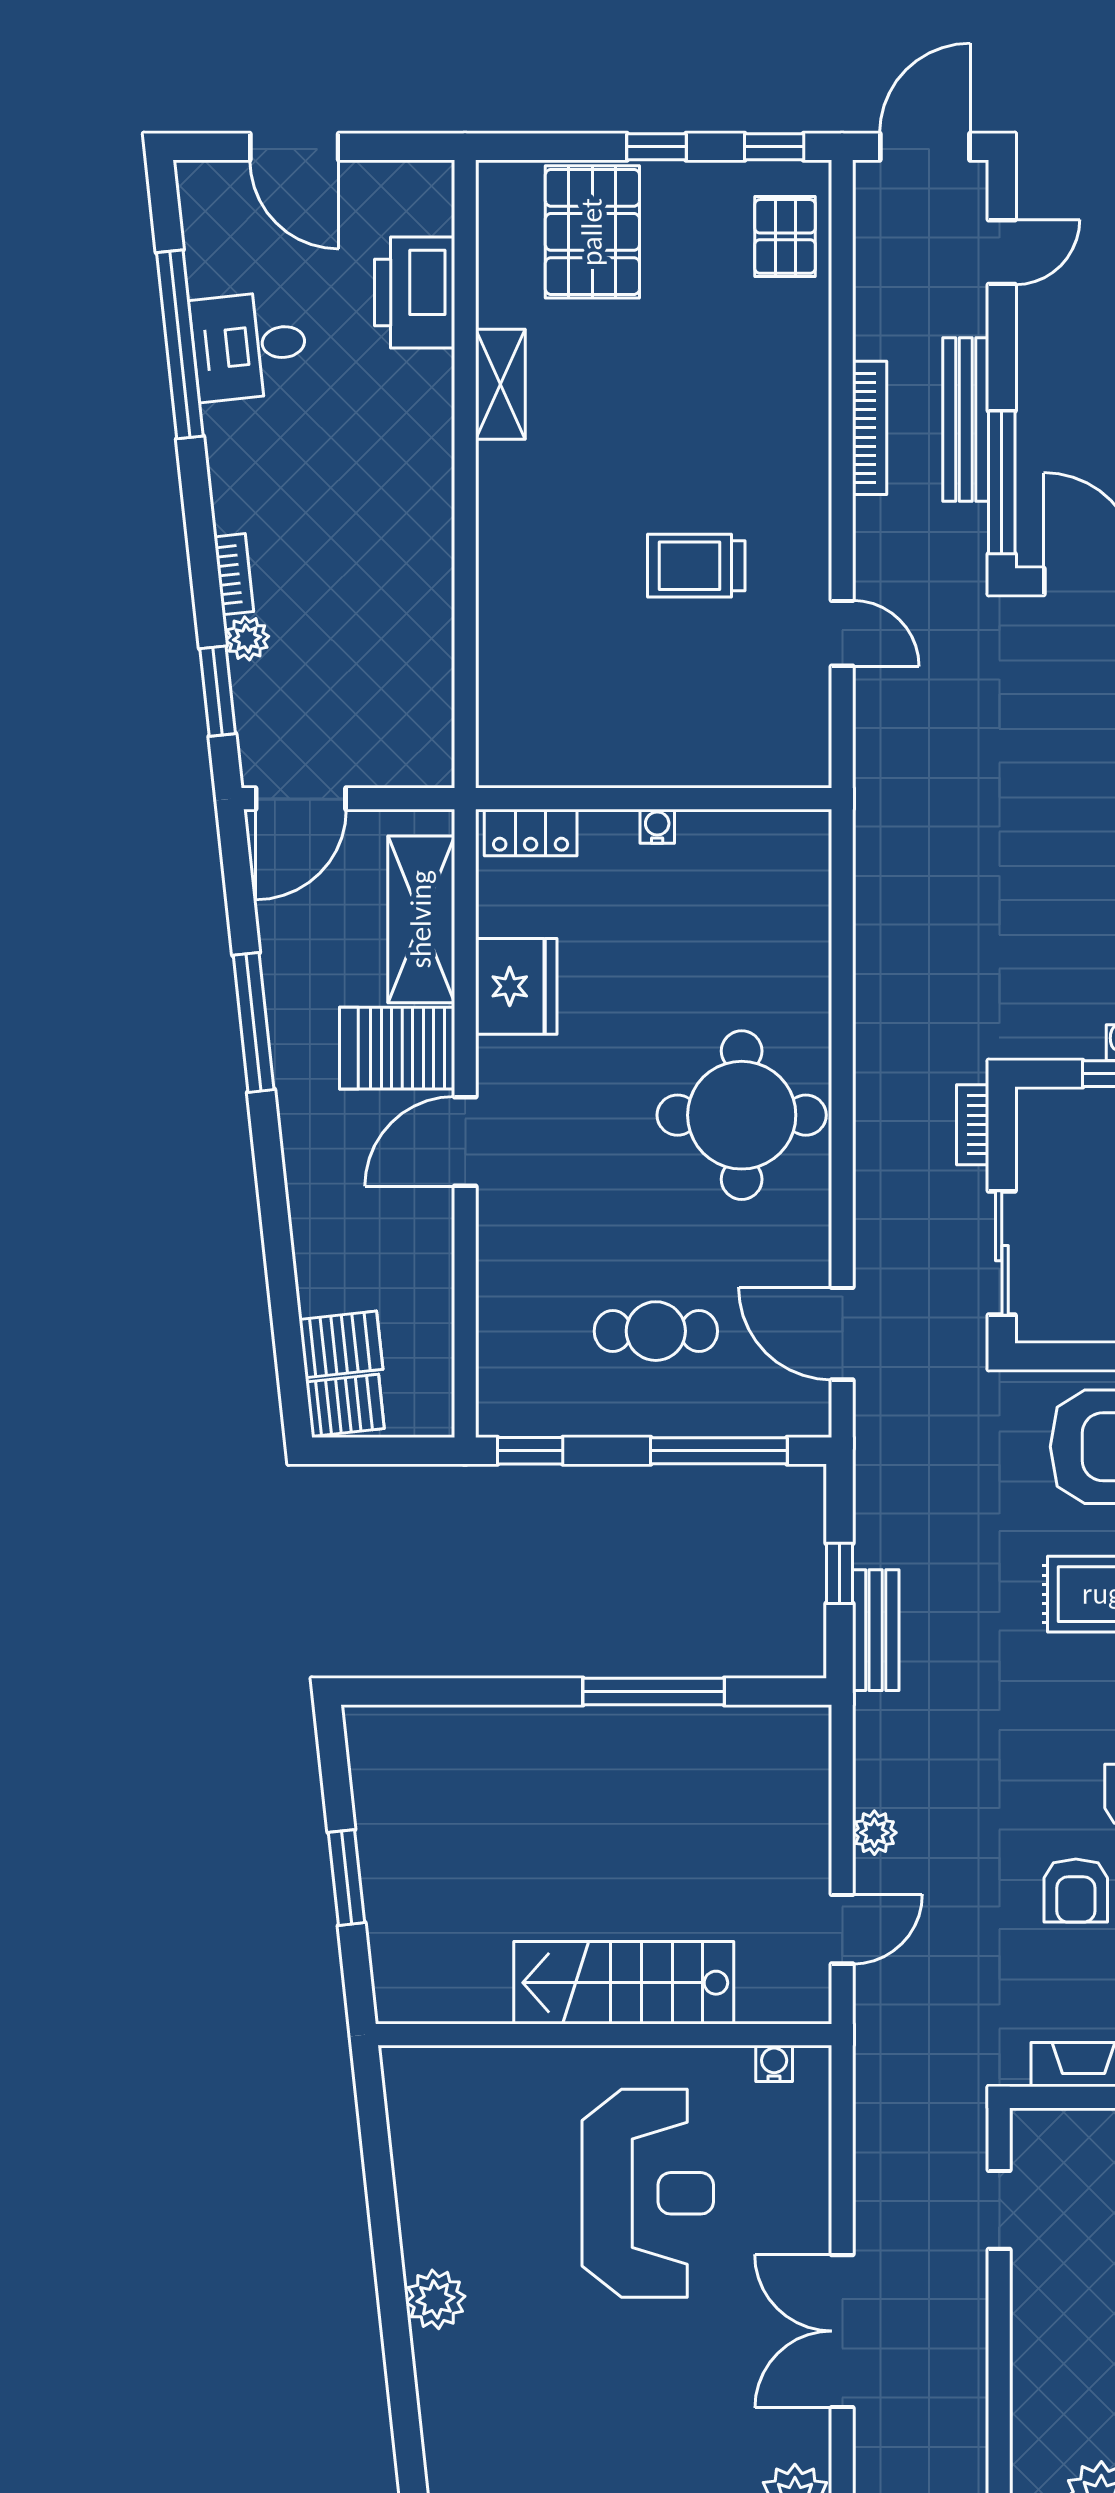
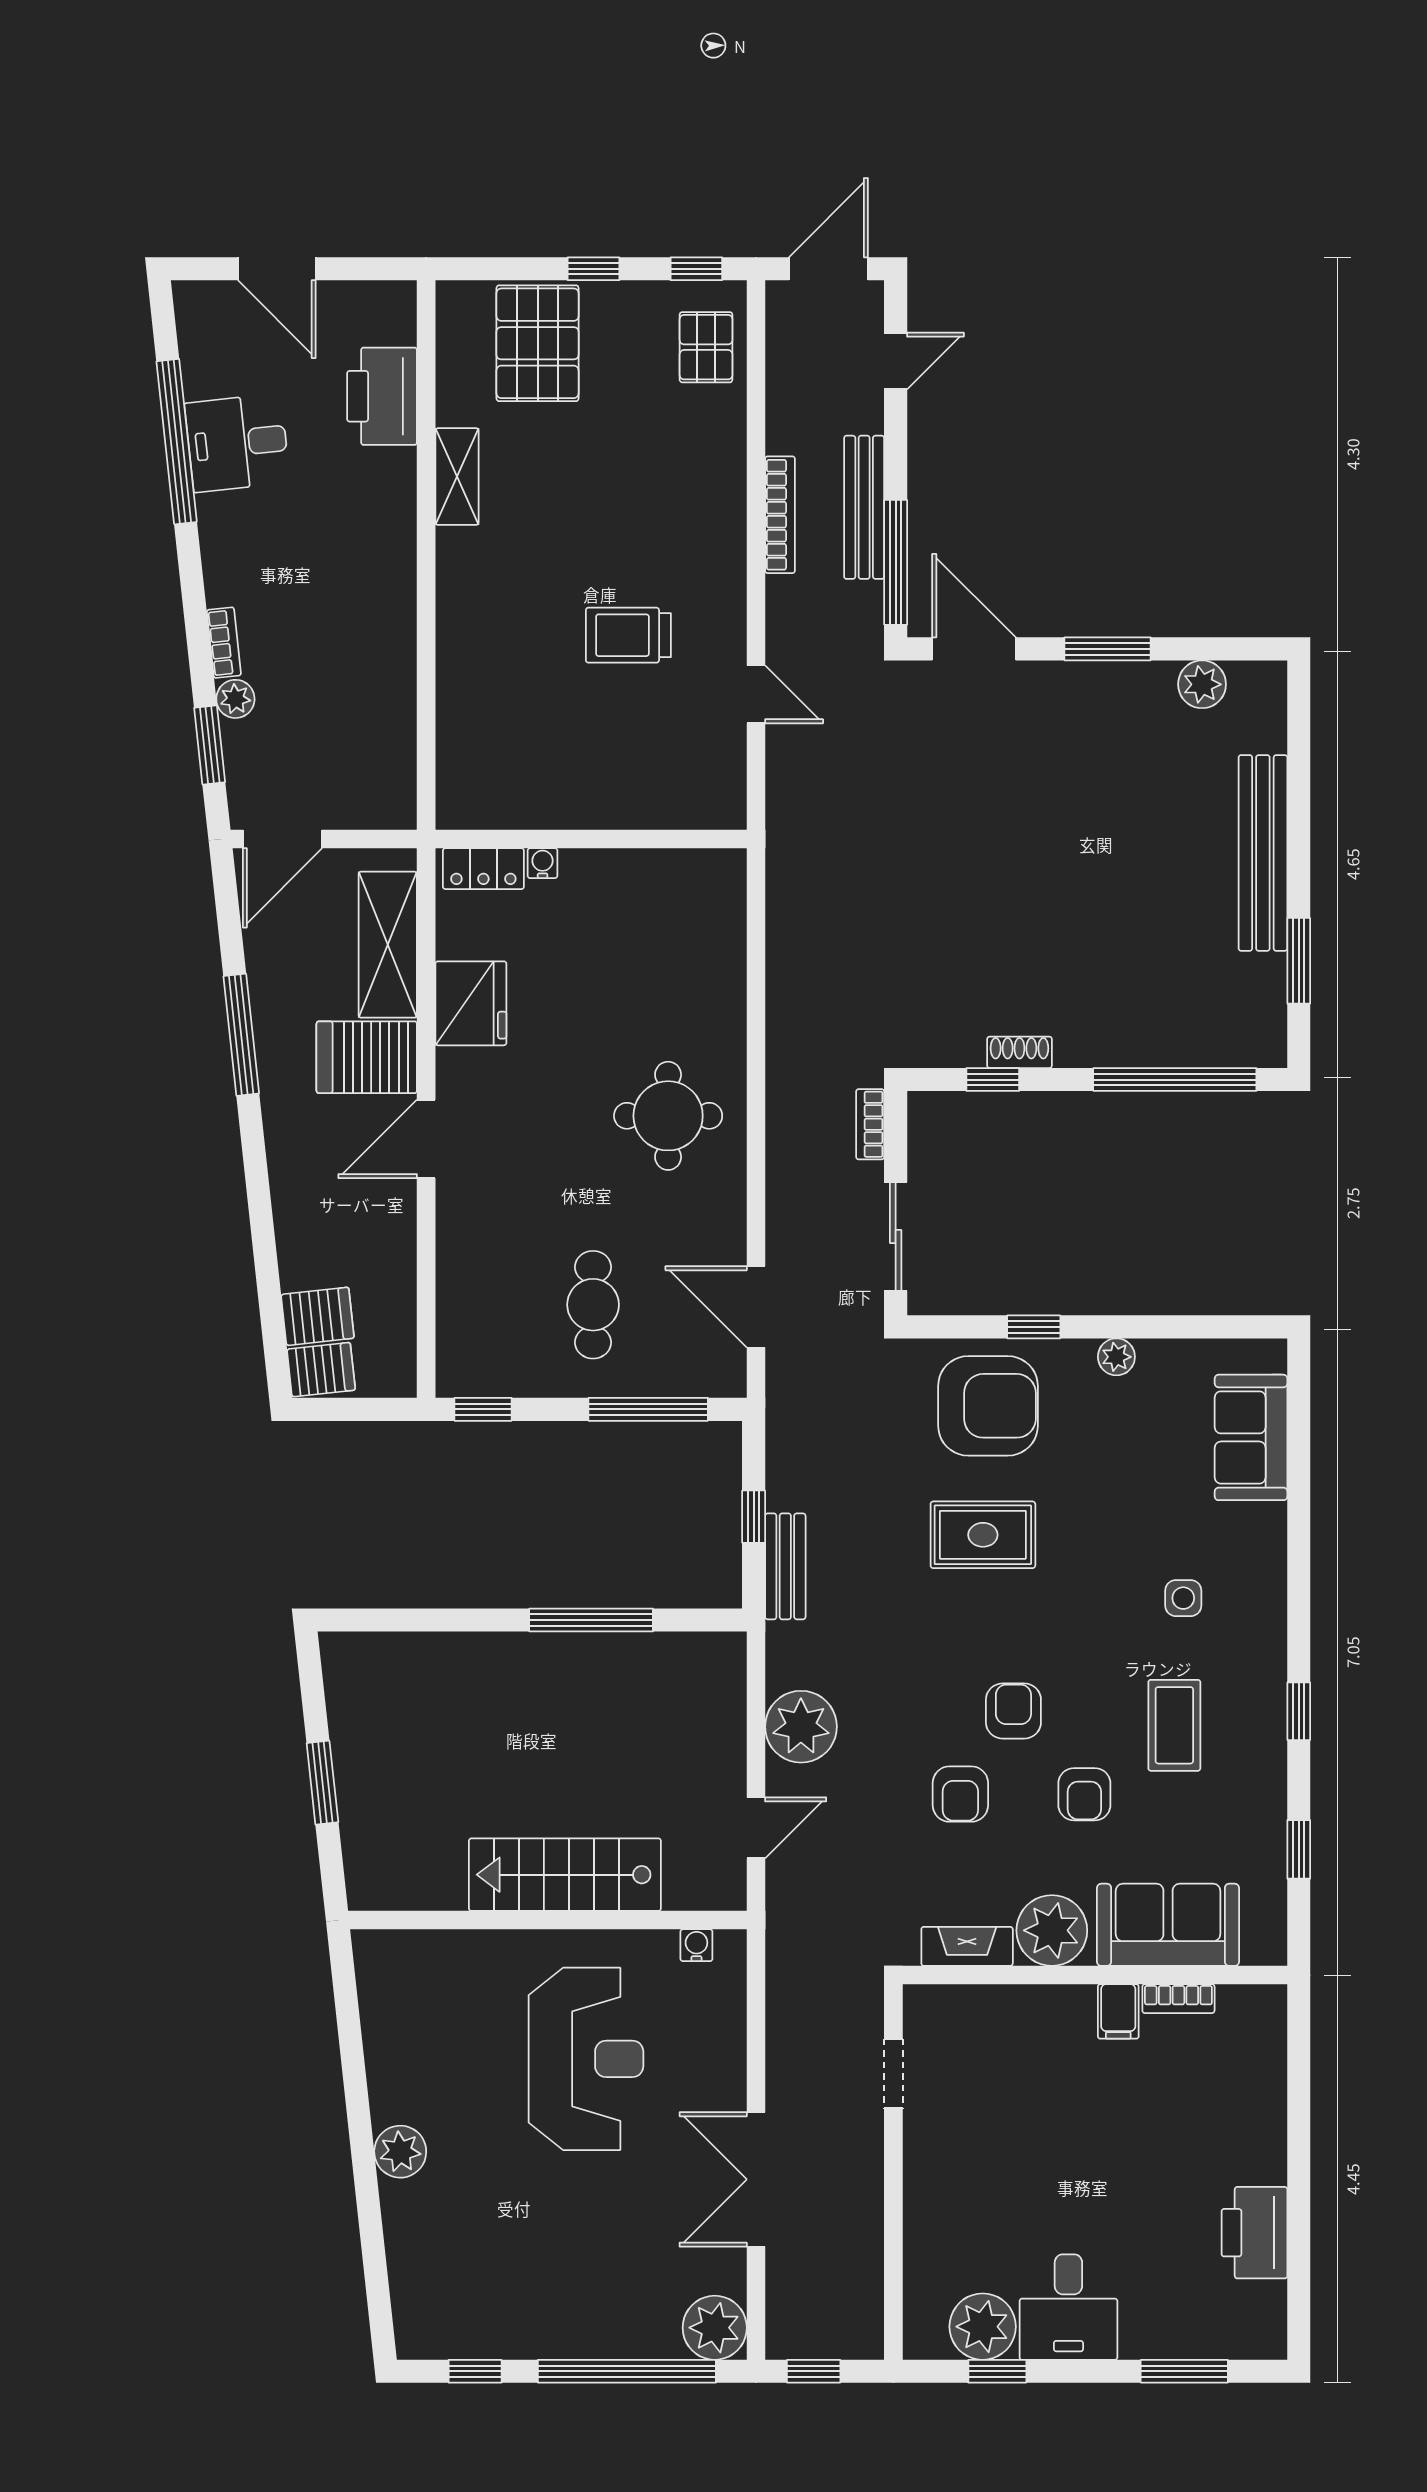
water cooler: (657, 826) -> (543, 863), moved
round table: (742, 1115) -> (668, 1116), width x0.73, depth x0.73
cafe table: (656, 1331) -> (593, 1305), turned 90
plant: (874, 1833) -> (801, 1727), width x1.87, depth x1.87

